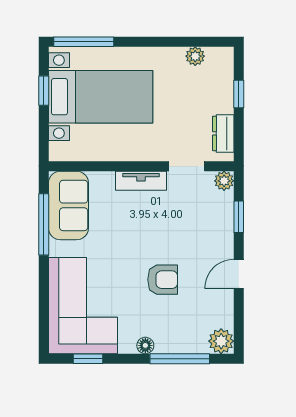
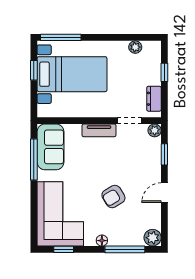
armchair: (163, 280) -> (113, 196), turned 149

